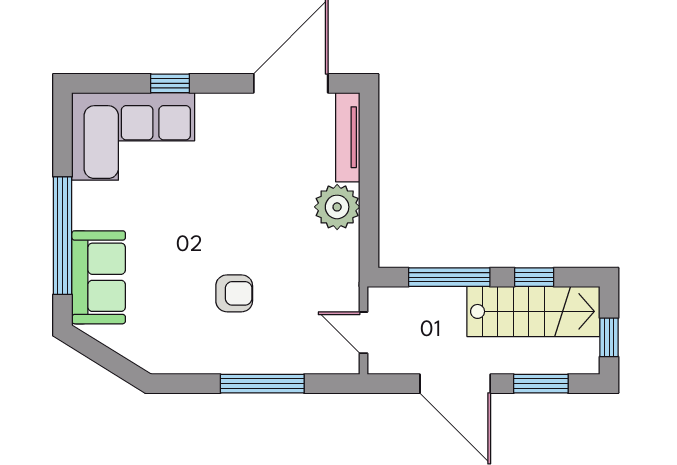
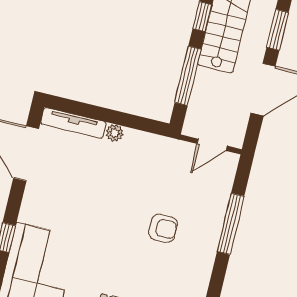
plant: (337, 207) -> (115, 133), width x0.53, depth x0.53
armchair: (234, 293) -> (163, 228), turned 90

